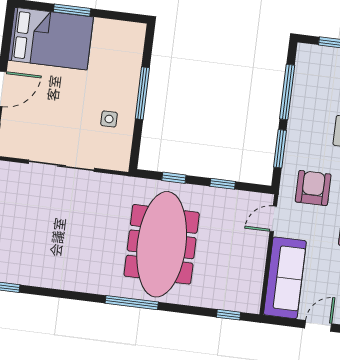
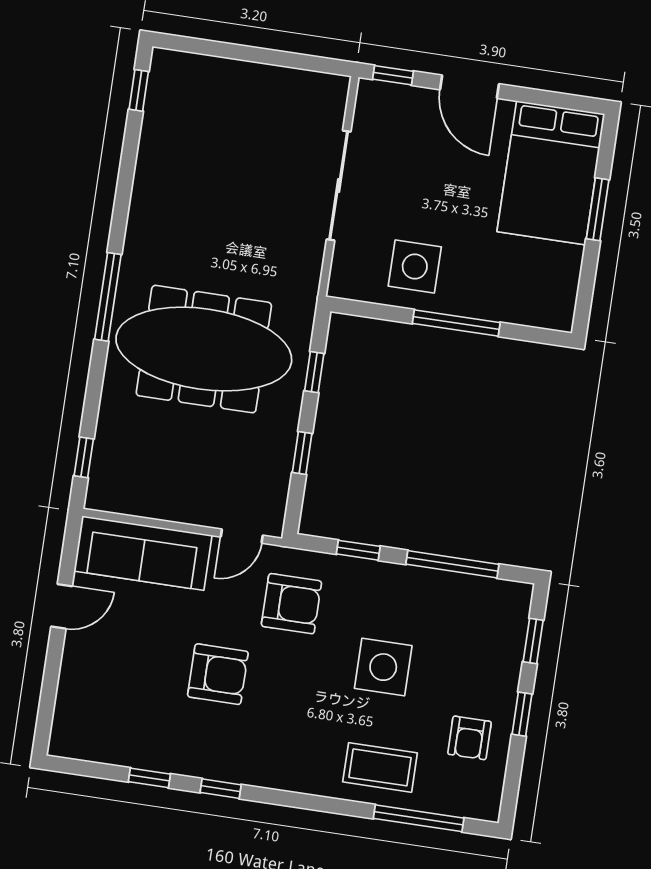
side table: (109, 119) -> (415, 267), width x1.87, depth x1.87
window: (280, 149) -> (358, 550), width x0.67
door: (273, 219) -> (242, 536), swing flipped
door: (318, 326) -> (62, 606), hinge flipped

